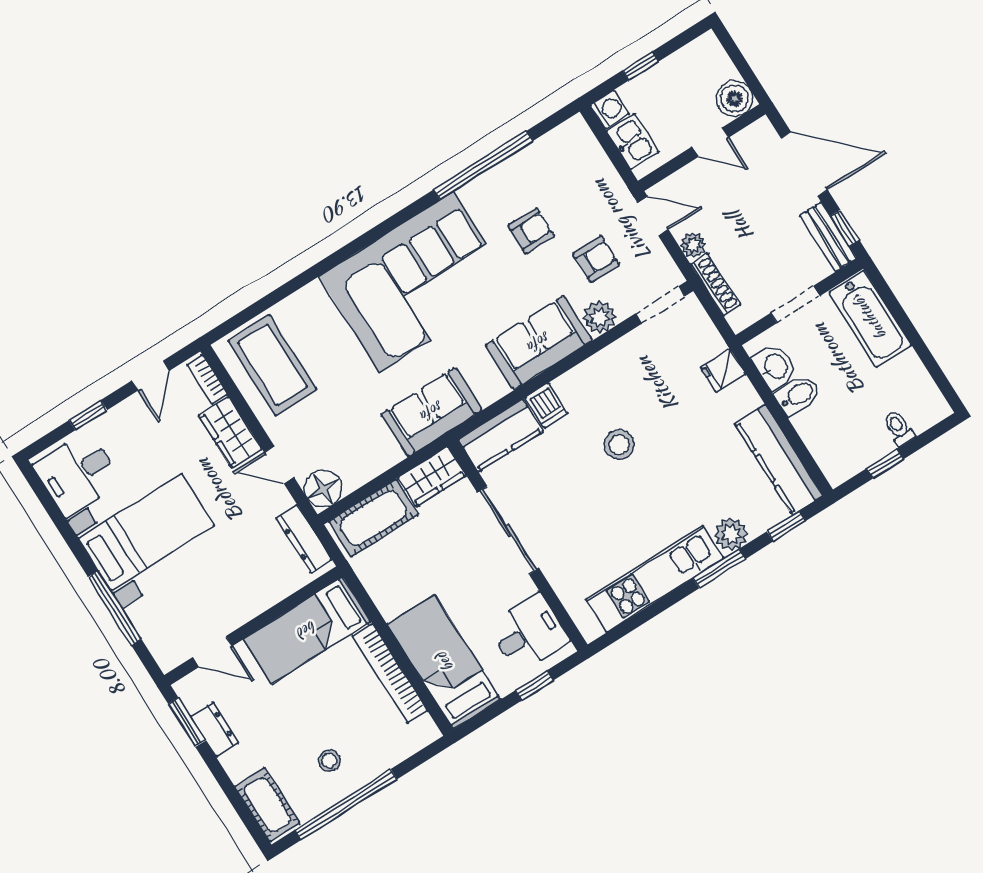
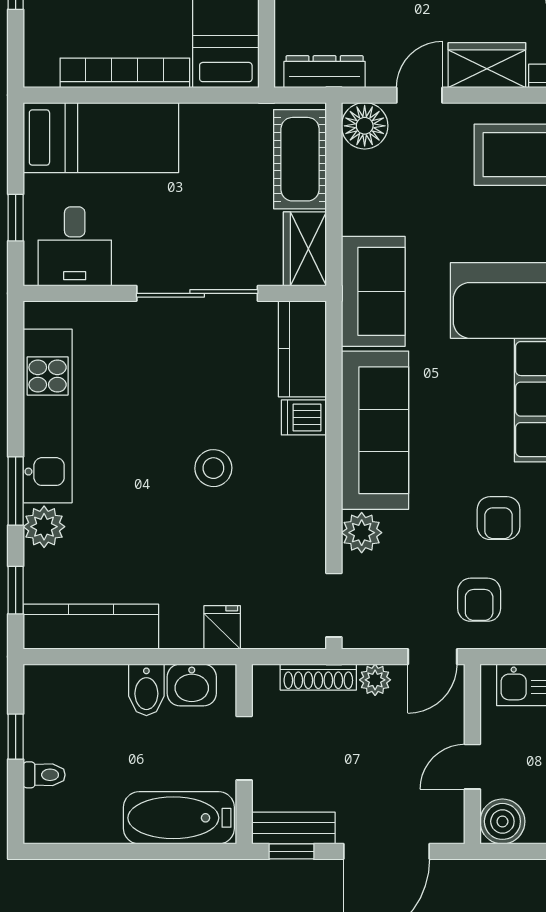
armchair: (596, 259) -> (479, 600), moved
sofa: (539, 343) -> (375, 430), width x1.36

